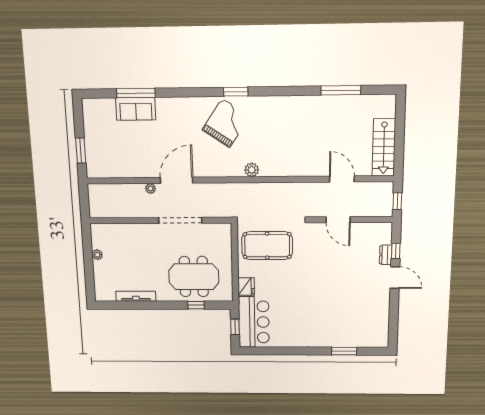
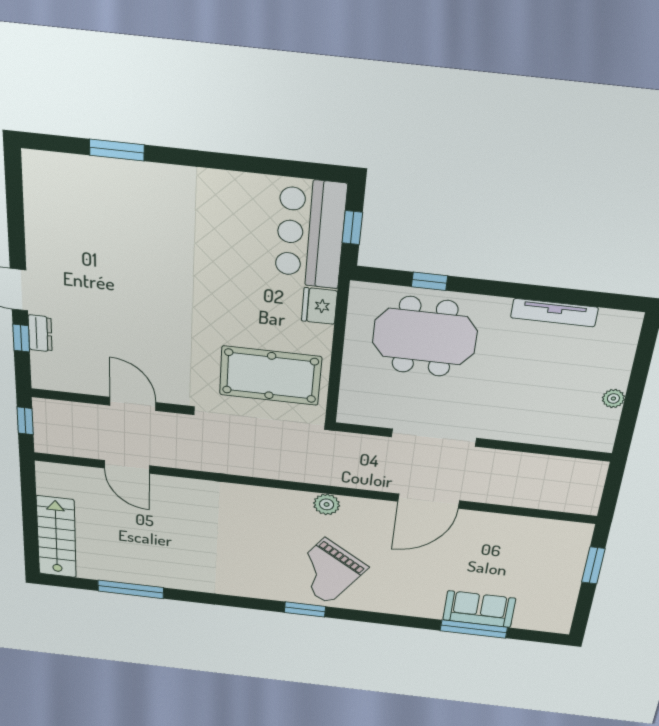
stairs: (384, 148) -> (56, 537), moved
plant: (252, 170) -> (327, 504), moved
plant: (150, 188) -> (480, 495), removed

